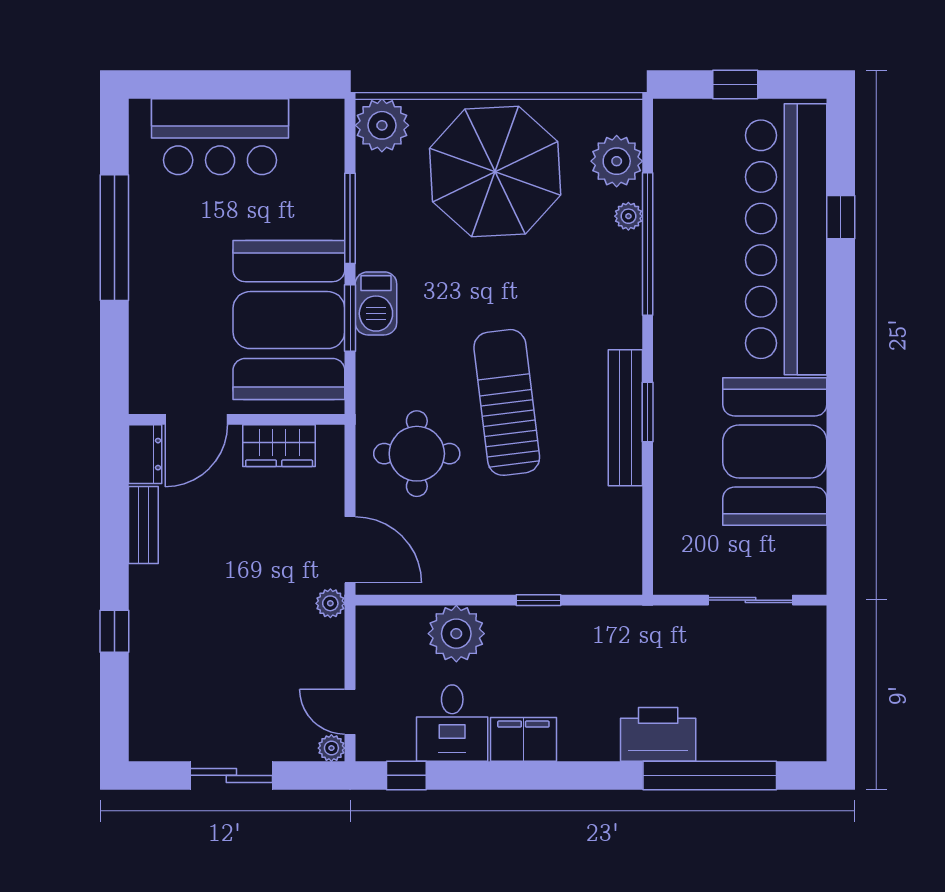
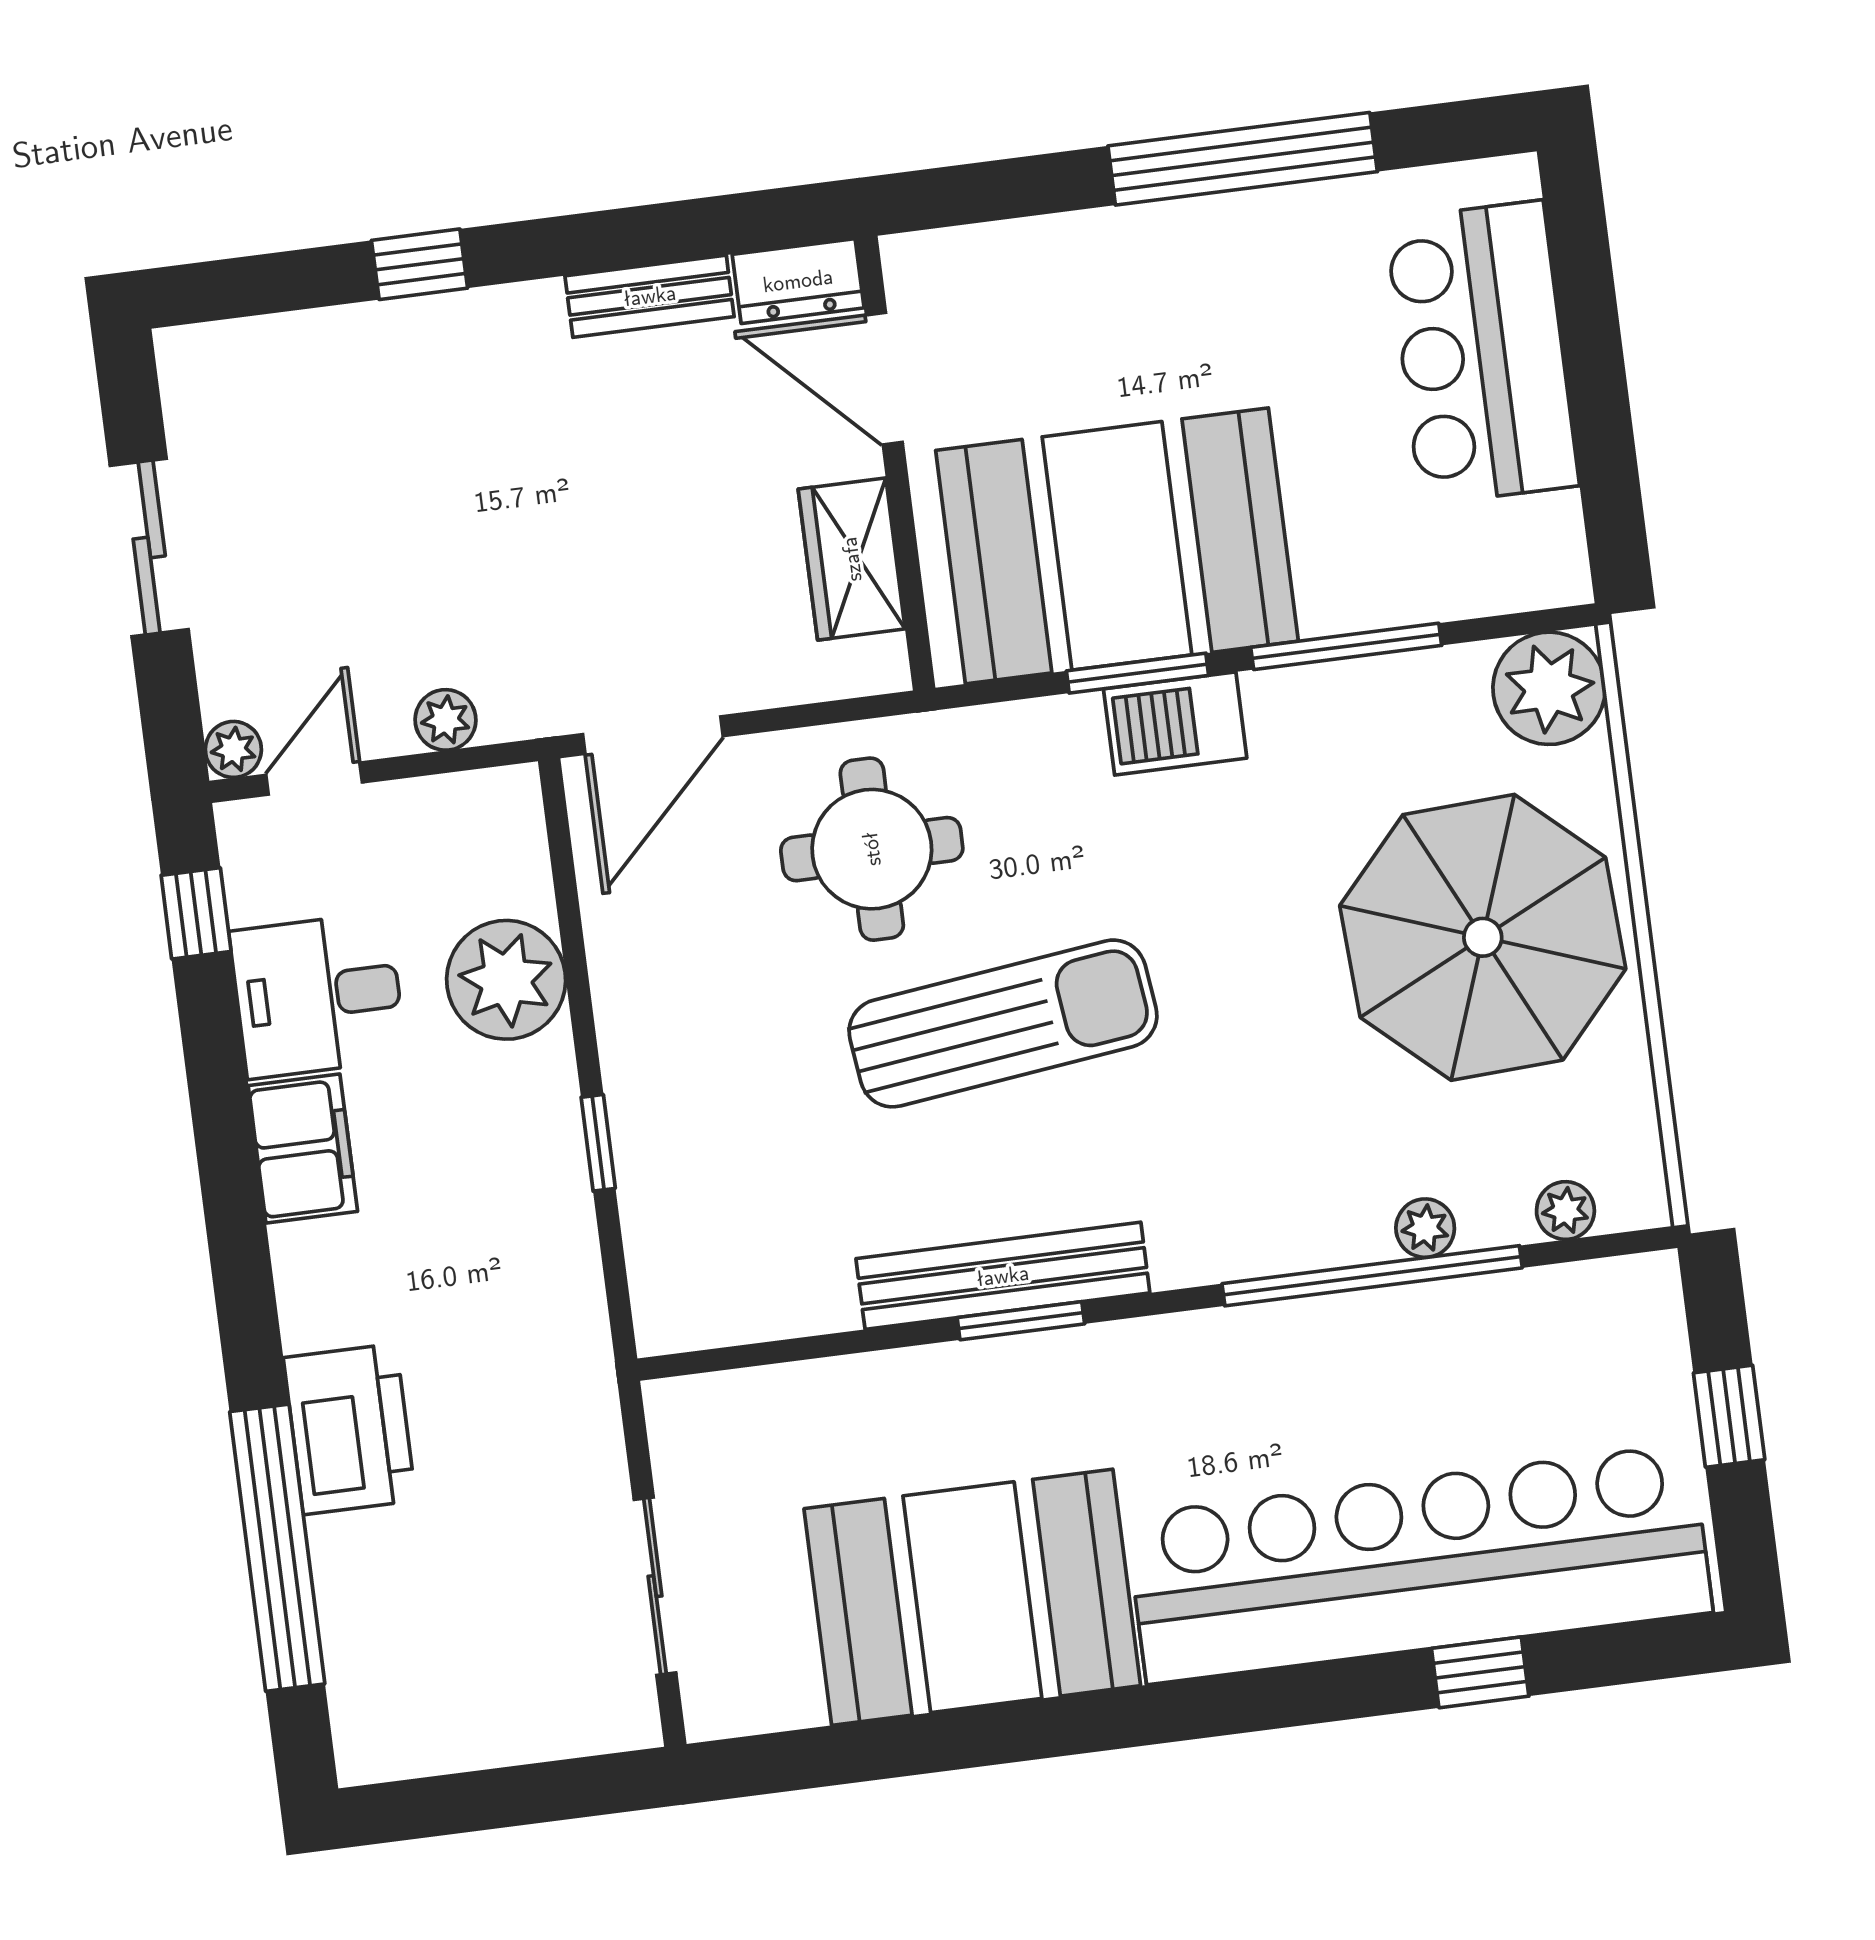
plant: (617, 161) -> (1565, 1211), width x0.53, depth x0.53
plant: (330, 603) -> (446, 720), moved

